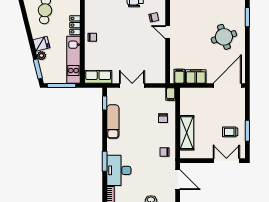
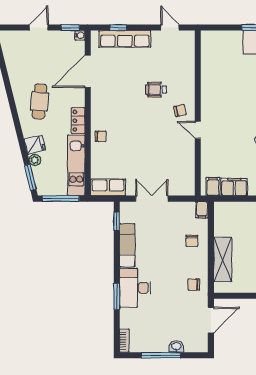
desk: (119, 170) -> (135, 288), moved
door: (178, 180) -> (211, 320), hinge flipped

